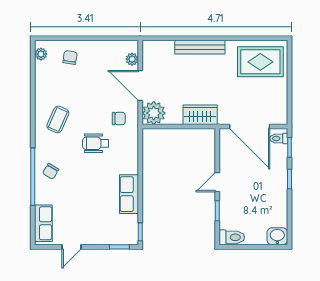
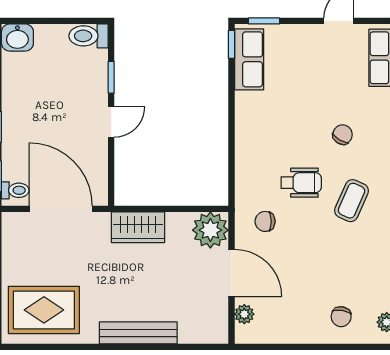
coffee table: (58, 119) -> (352, 201), moved
chair: (51, 171) -> (343, 135), moved
row of seats: (129, 194) -> (249, 59), moved

